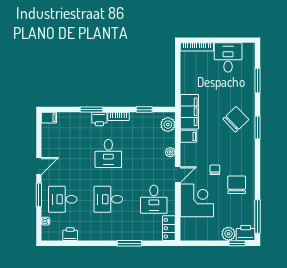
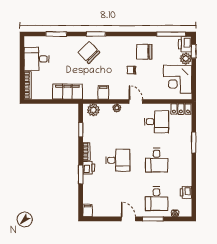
filing cabinet: (189, 112) -> (67, 92), moved
corner desk: (197, 200) -> (178, 79), moved, turned -90

